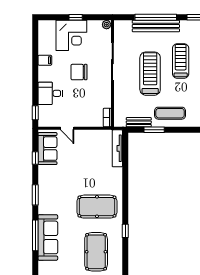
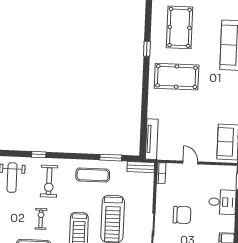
chair: (79, 72) -> (182, 215), moved
bench: (139, 122) -> (141, 167), moved
door: (67, 128) -> (190, 162), moved

